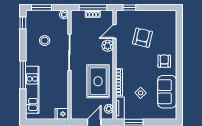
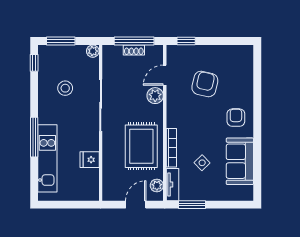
fridge: (62, 114) -> (90, 160), moved

